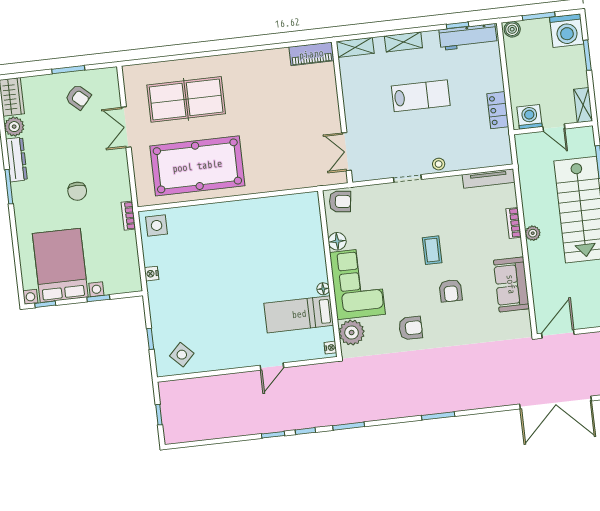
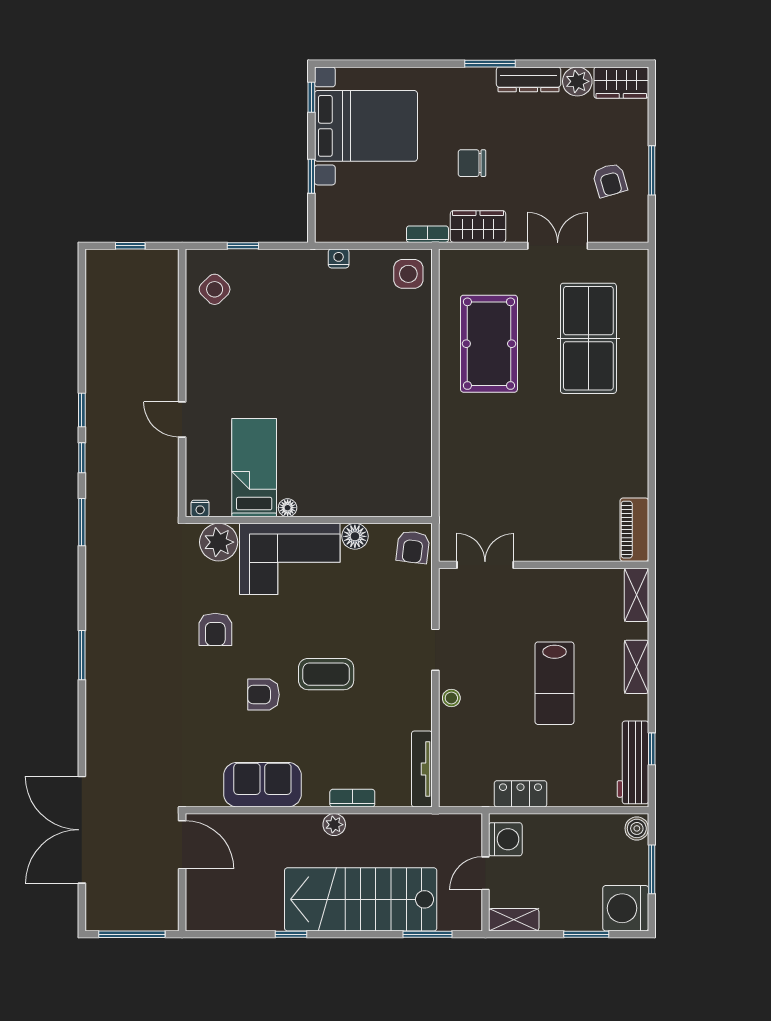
armchair: (78, 97) -> (610, 180), turned -58
pool table: (197, 166) -> (489, 344), width x0.73, depth x0.76
wardrobe: (119, 182) -> (478, 227), added
coffee table: (432, 250) -> (326, 674), width x1.36, depth x1.30

